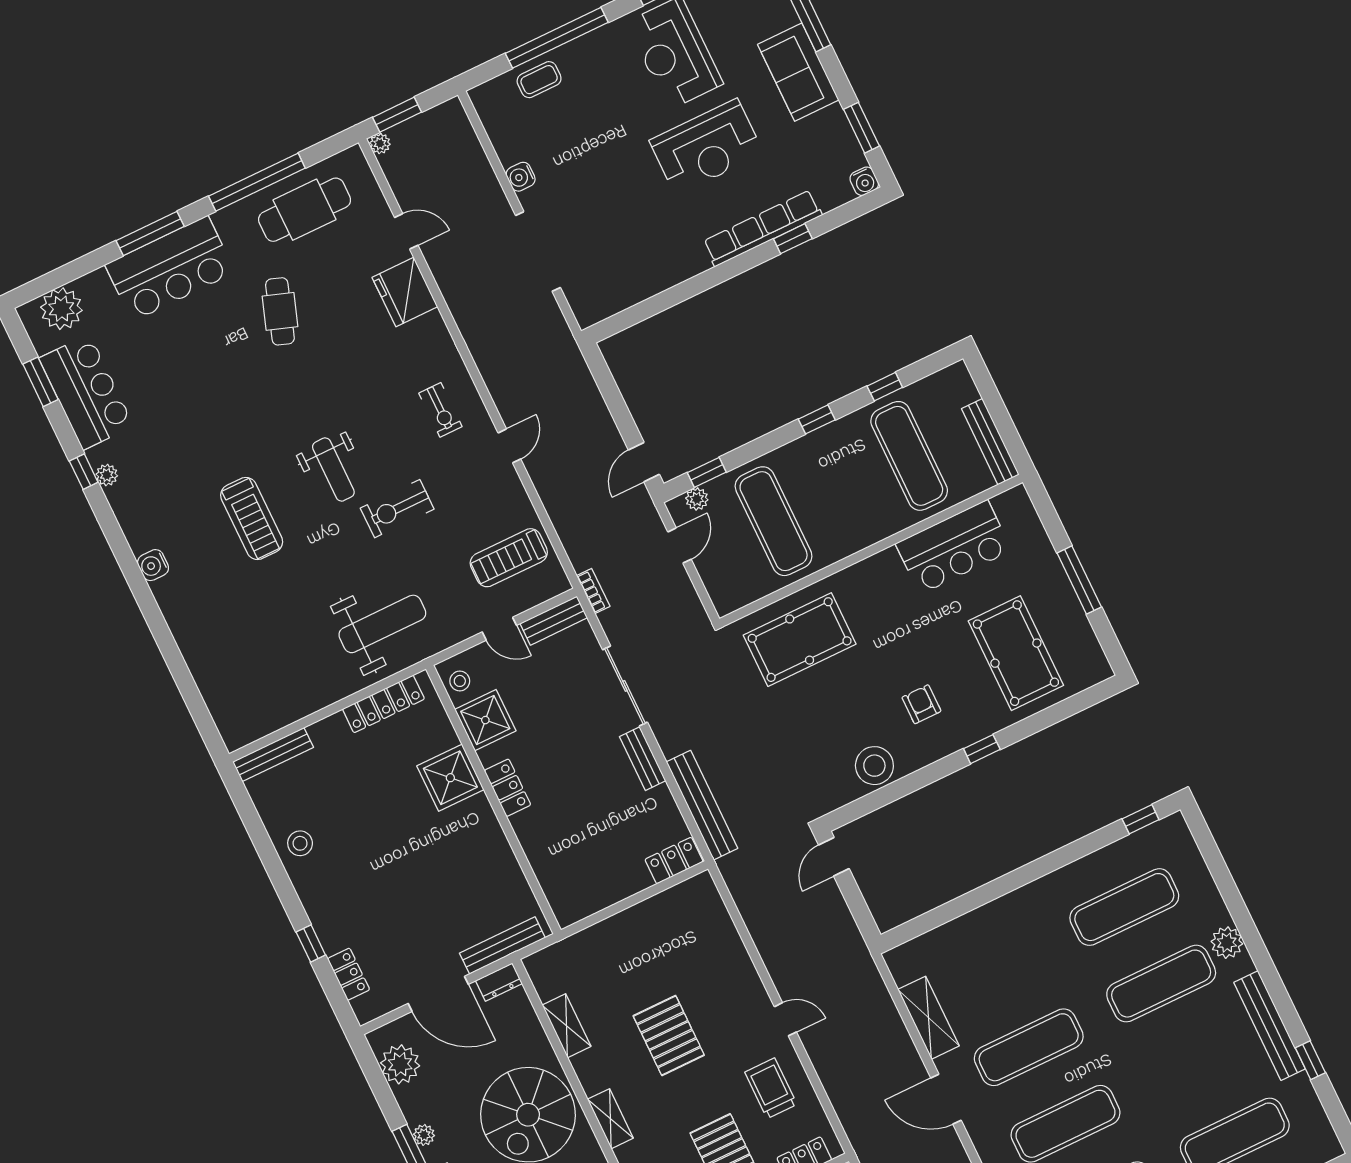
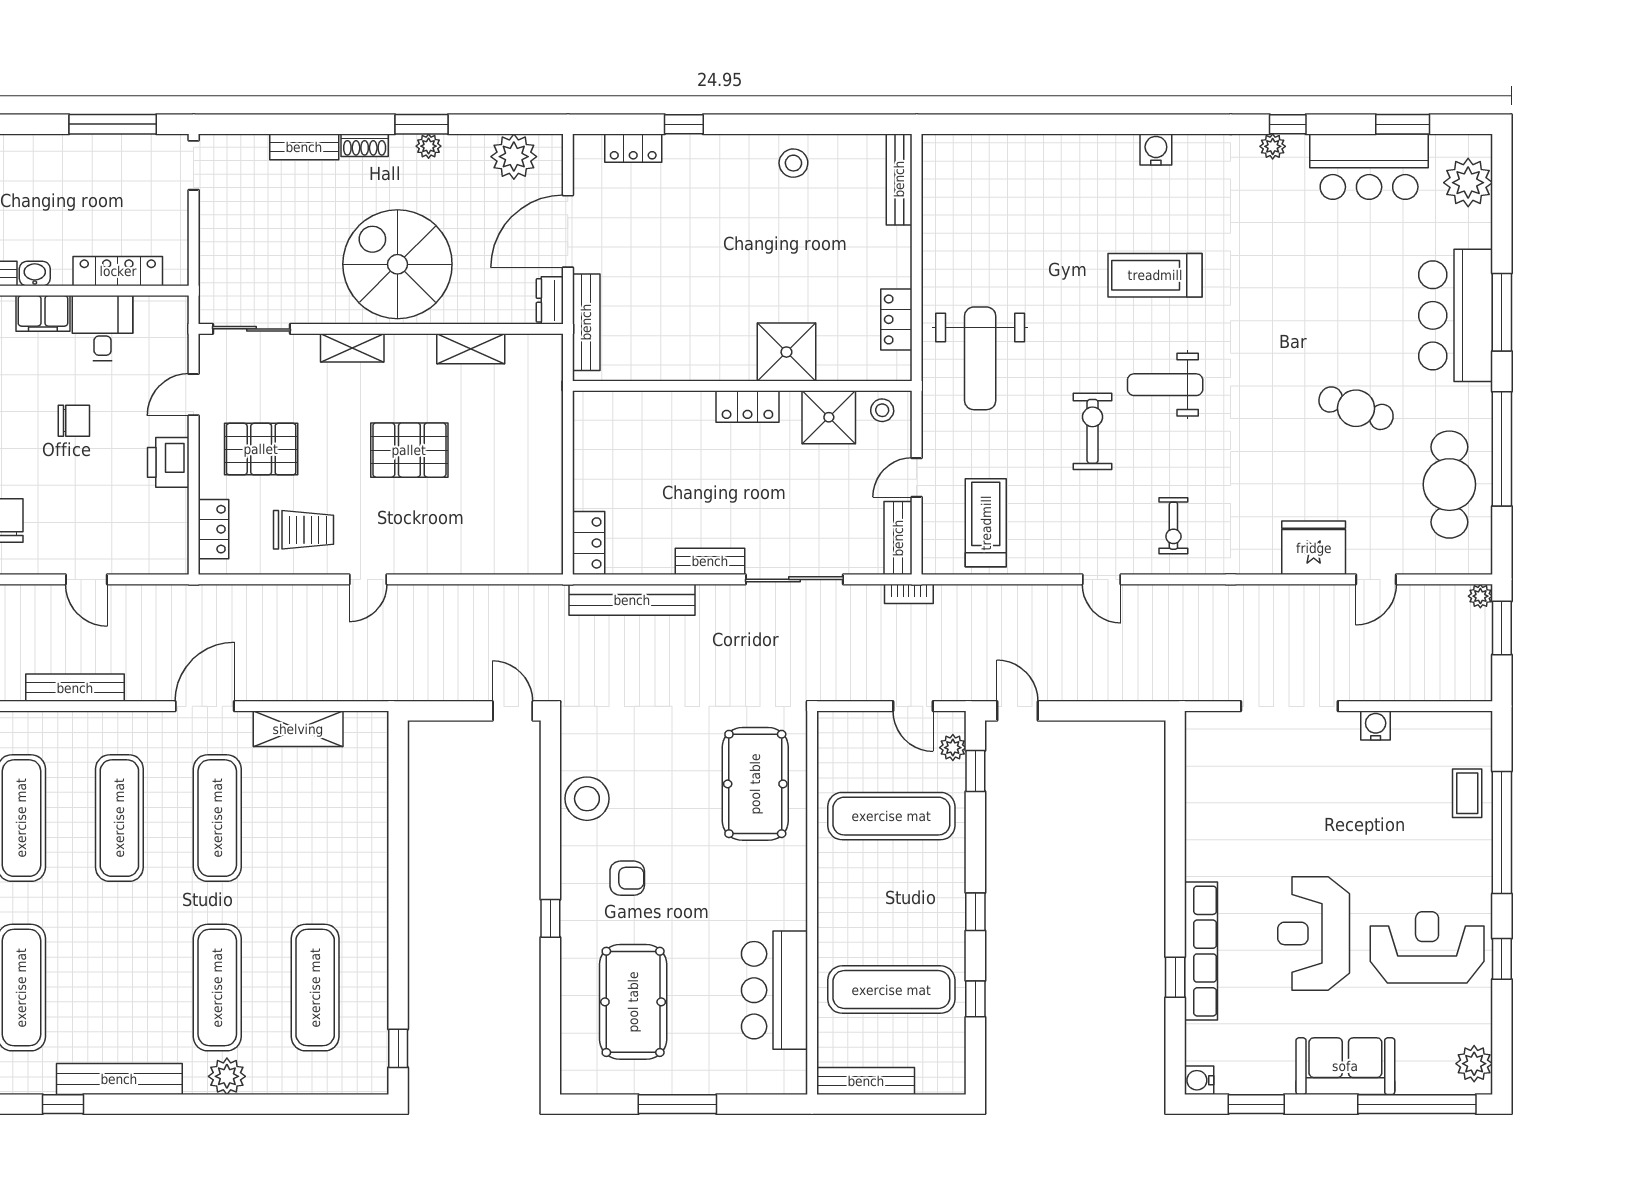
exercise bike: (440, 410) -> (1173, 526), turned -90
pool table: (1016, 653) -> (633, 1002), turned 90
locker: (383, 704) -> (896, 319), width x0.66

